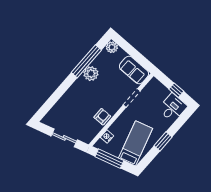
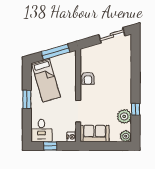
window: (86, 61) -> (136, 109), width x0.32
plant: (91, 74) -> (124, 116), moved
nightstand: (107, 137) -> (71, 137), moved
sliding door: (64, 138) -> (112, 35), moved

